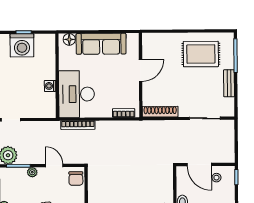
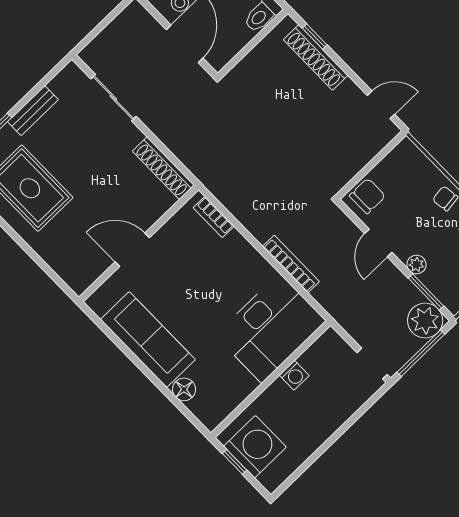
wall: (57, 76) -> (271, 379), moved
washing machine: (50, 86) -> (294, 375), moved
desk: (76, 94) -> (271, 328), moved

